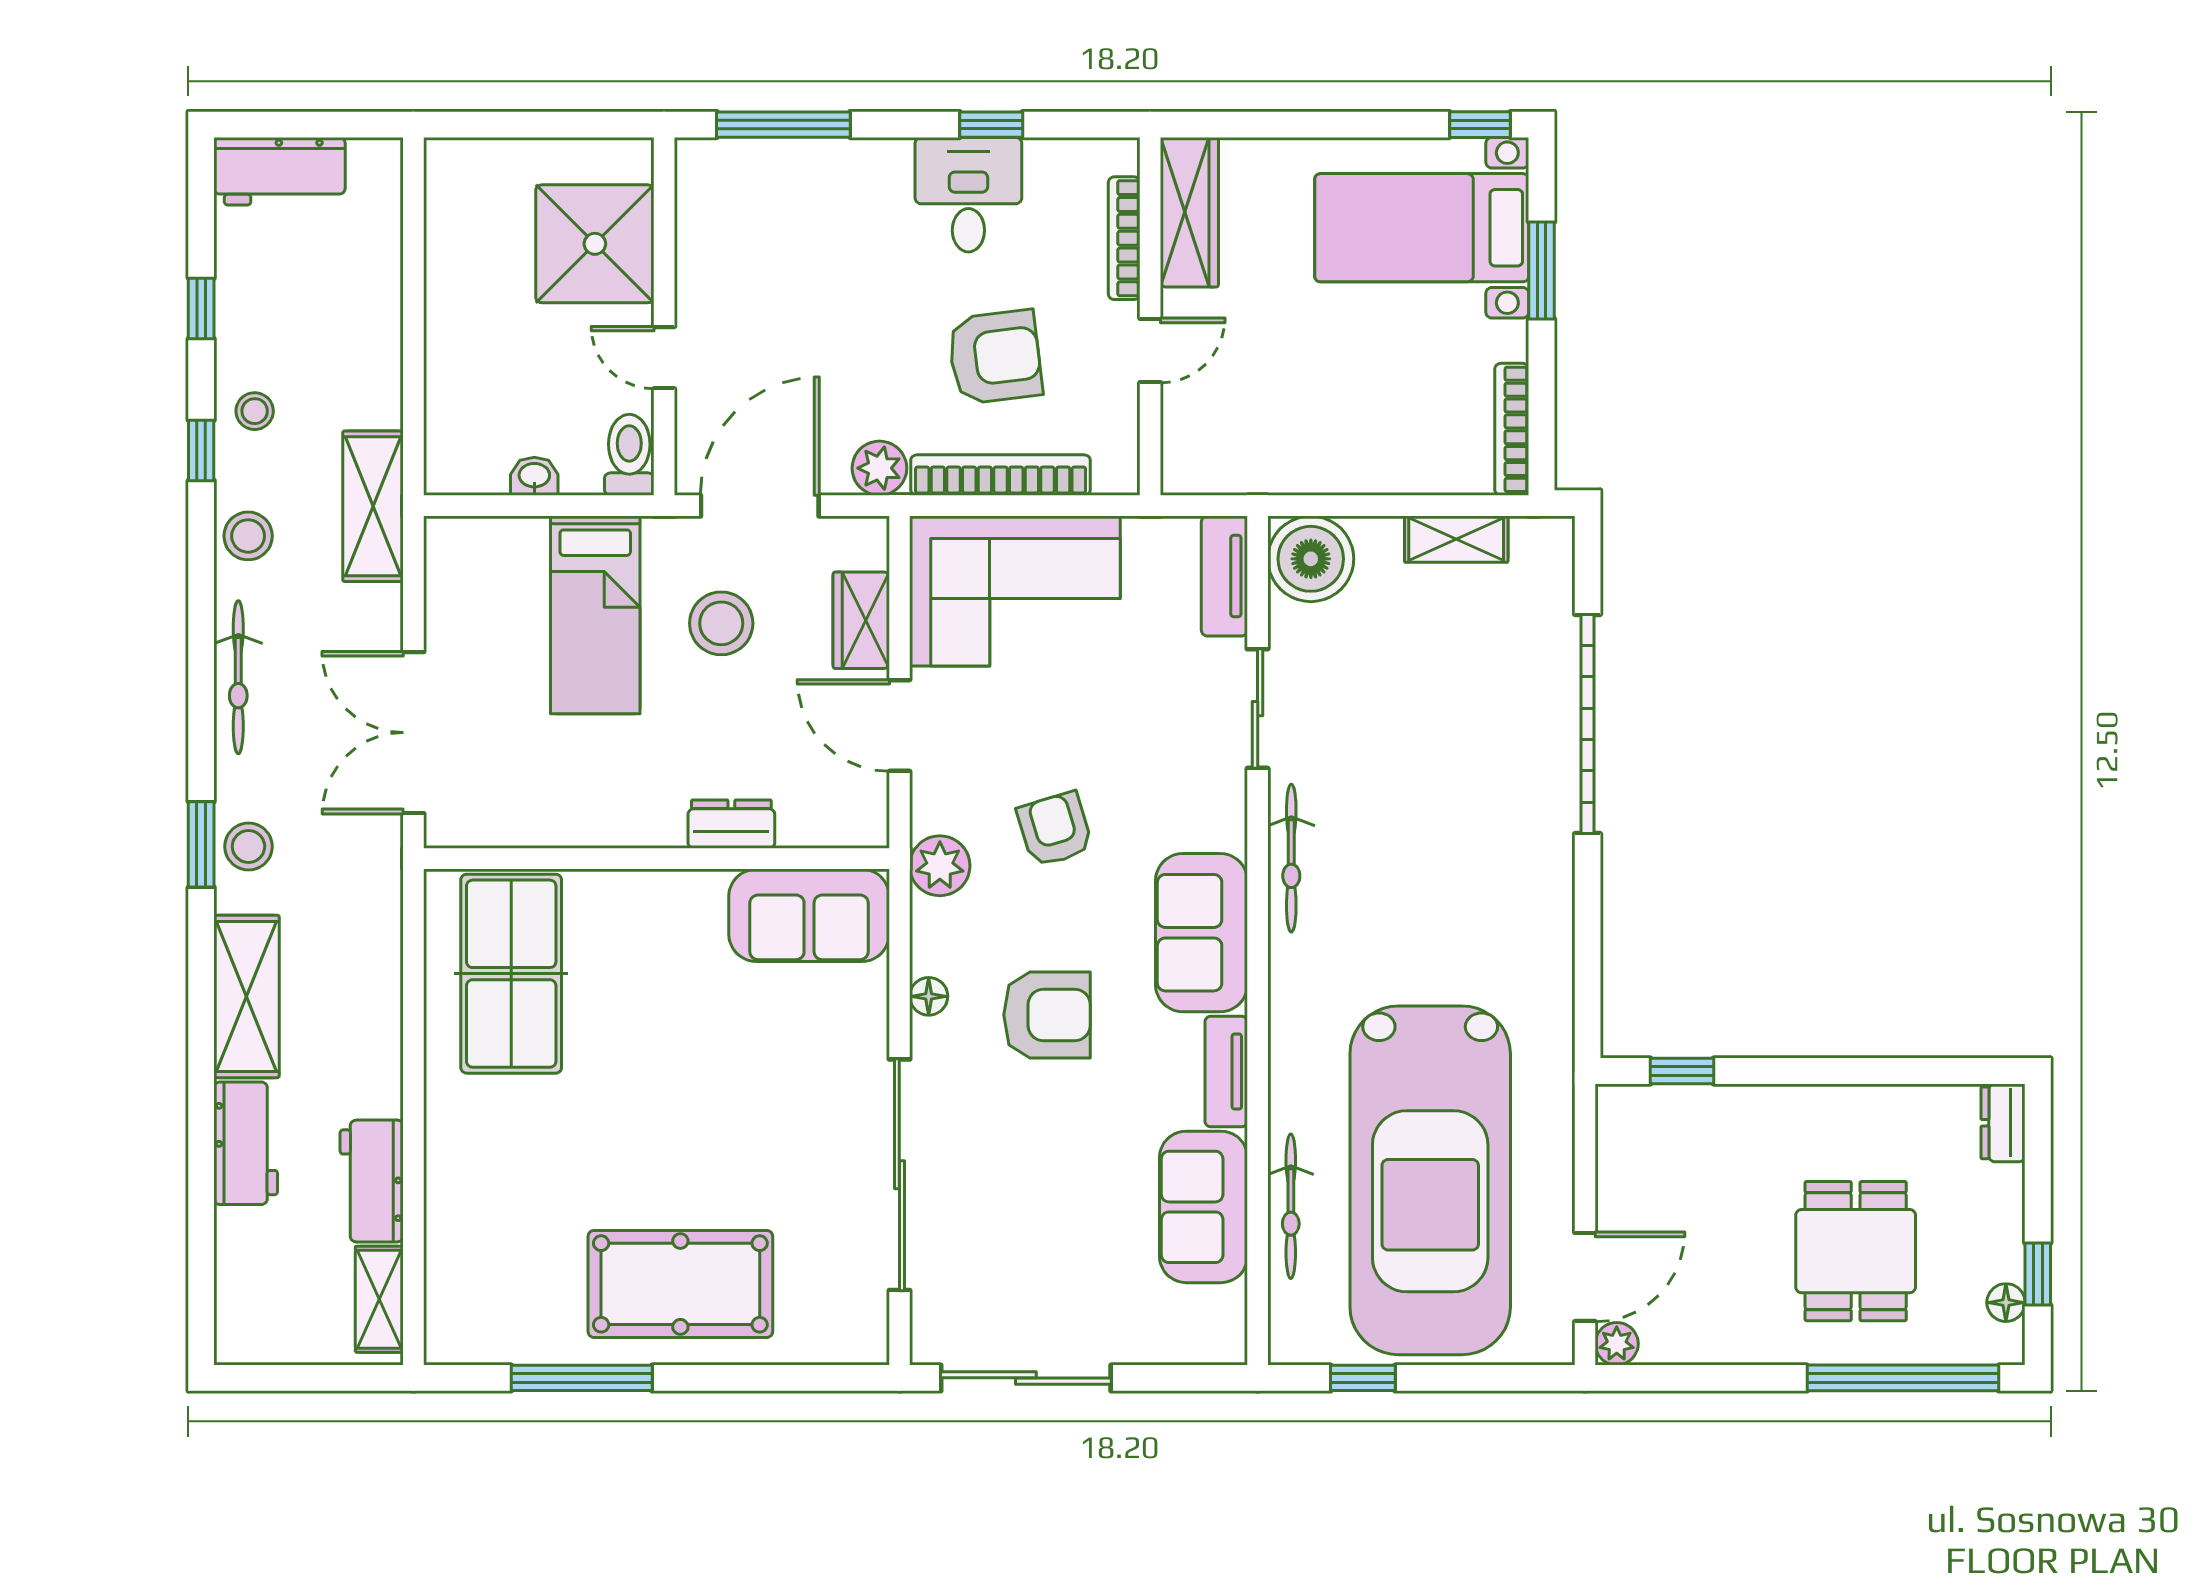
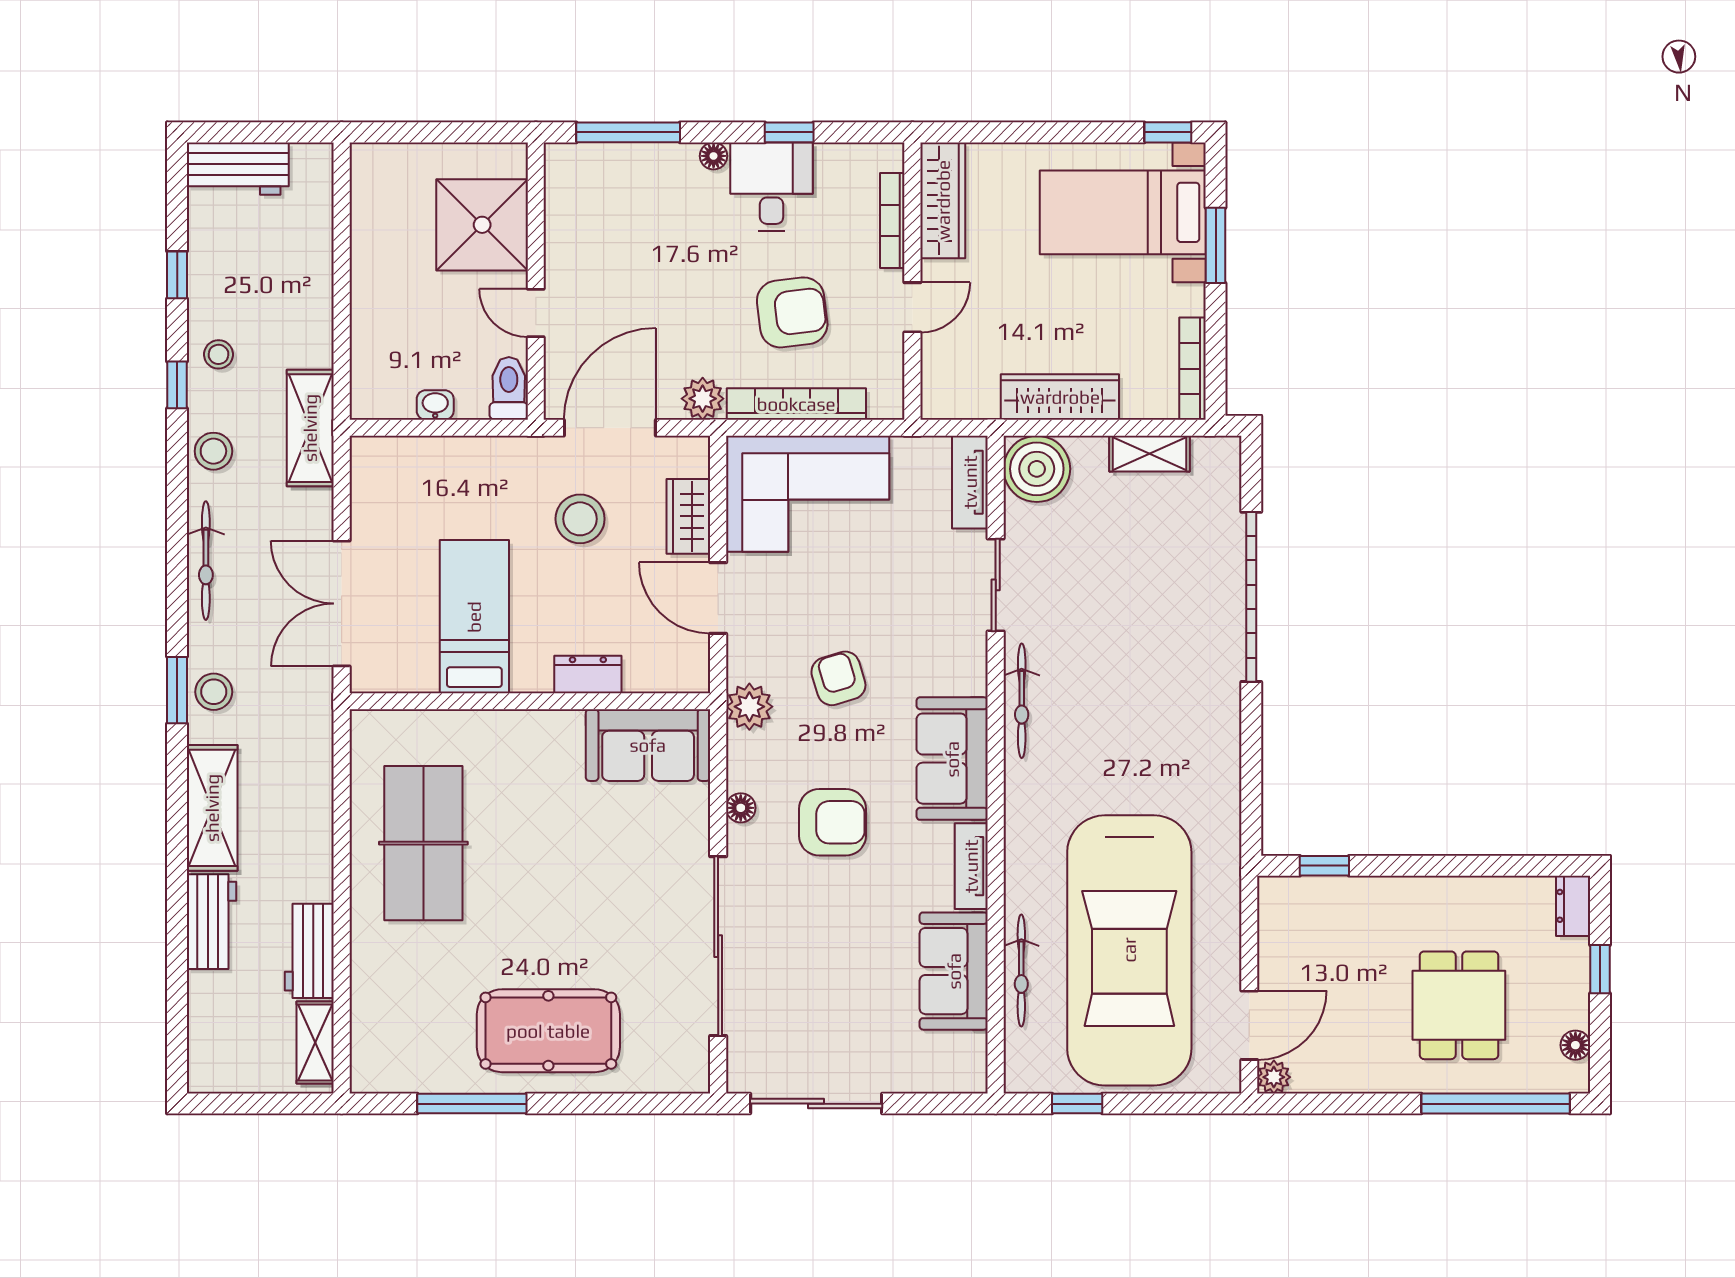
floor lamp: (894, 155) -> (714, 156), added
wardrobe: (1341, 466) -> (1060, 397), added
bed: (595, 615) -> (474, 617), moved, turned 180
table tennis table: (511, 974) -> (423, 843), moved
window: (2038, 1274) -> (1600, 969), moved

